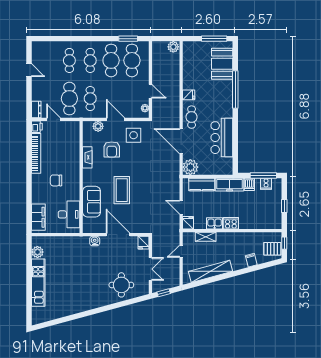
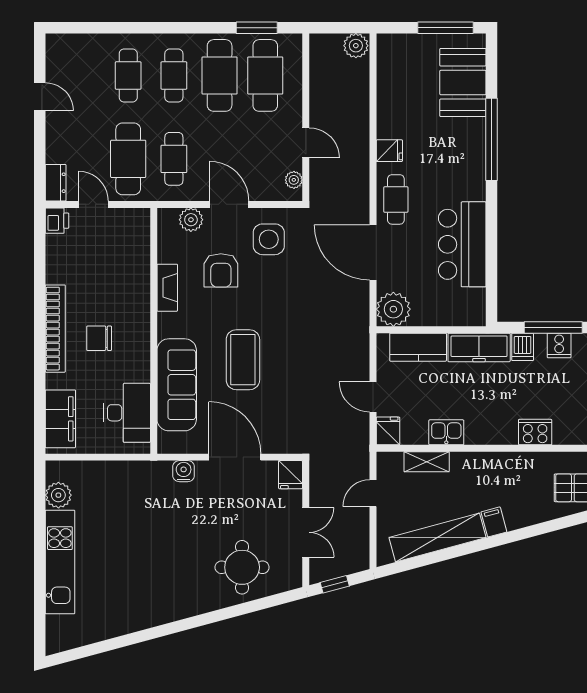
bookcase: (36, 153) -> (55, 329), moved
sofa: (92, 202) -> (177, 385), width x1.36
cooker: (231, 223) -> (535, 432), moved
filing cabinet: (251, 260) -> (494, 522), moved

